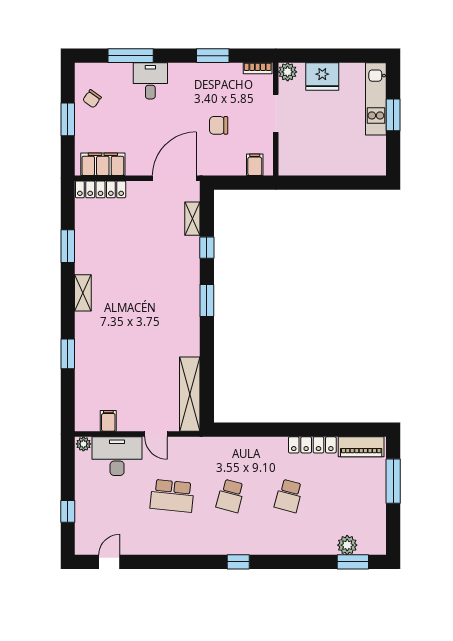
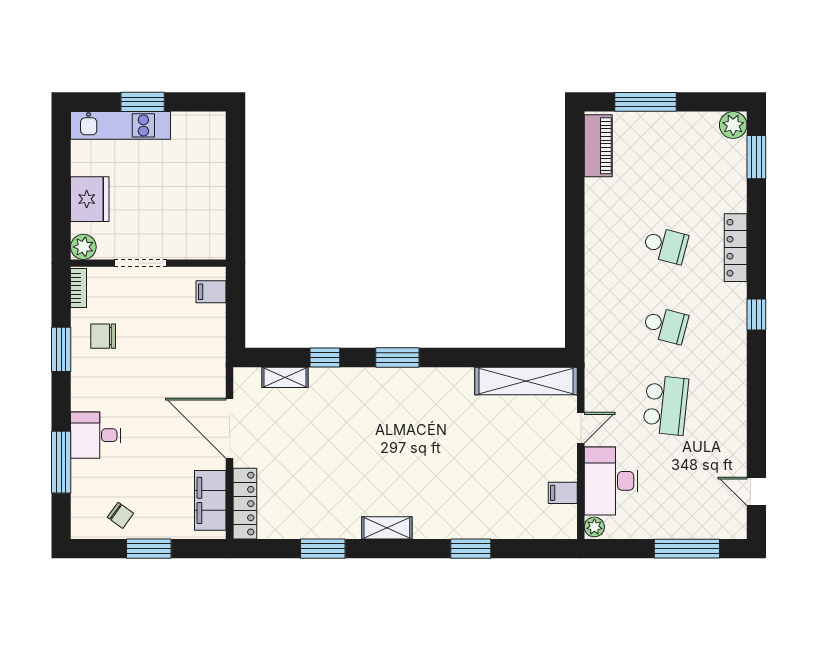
chair: (219, 125) -> (103, 336), moved, turned 90
door: (174, 178) -> (230, 428), moved
locker: (312, 445) -> (736, 248), moved, turned 180
window: (68, 511) -> (687, 549), width x2.17
plant: (347, 545) -> (733, 125), moved

